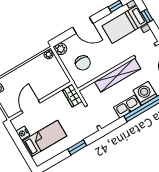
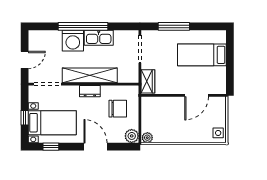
chair: (83, 63) -> (118, 109), turned 90
dresser: (111, 64) -> (90, 91), added
nightstand: (23, 133) -> (220, 73), removed
window: (77, 147) -> (174, 26), width x1.44

